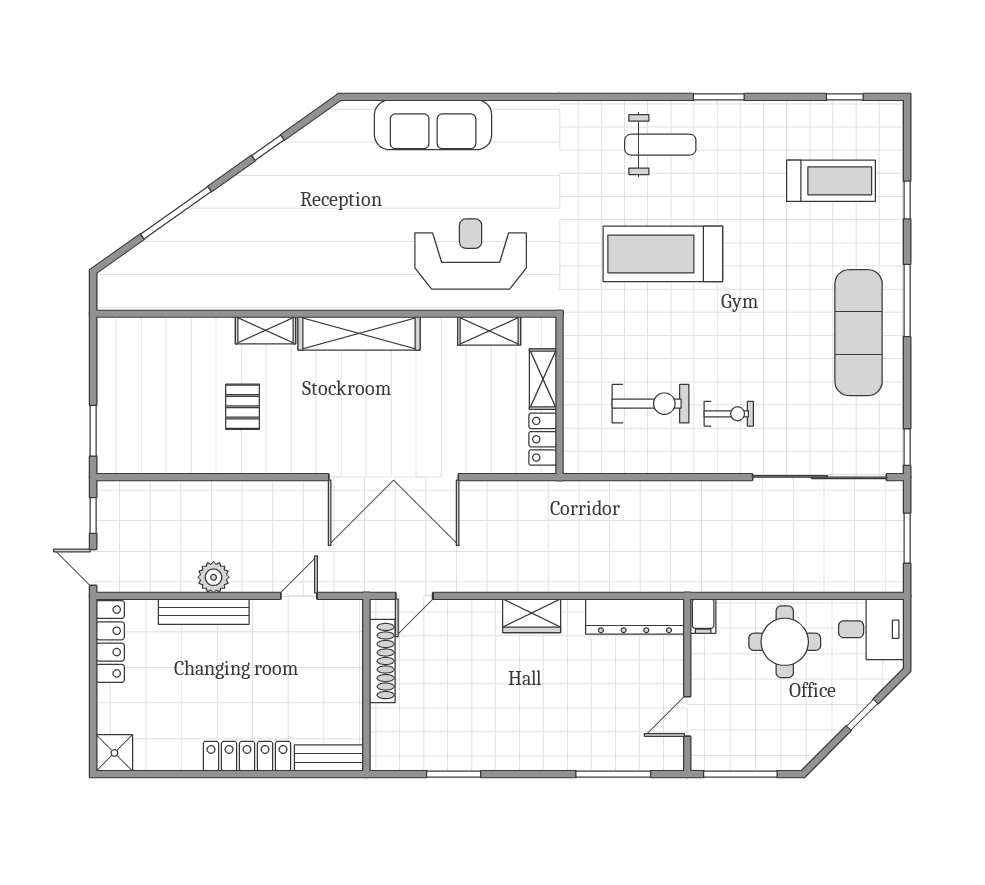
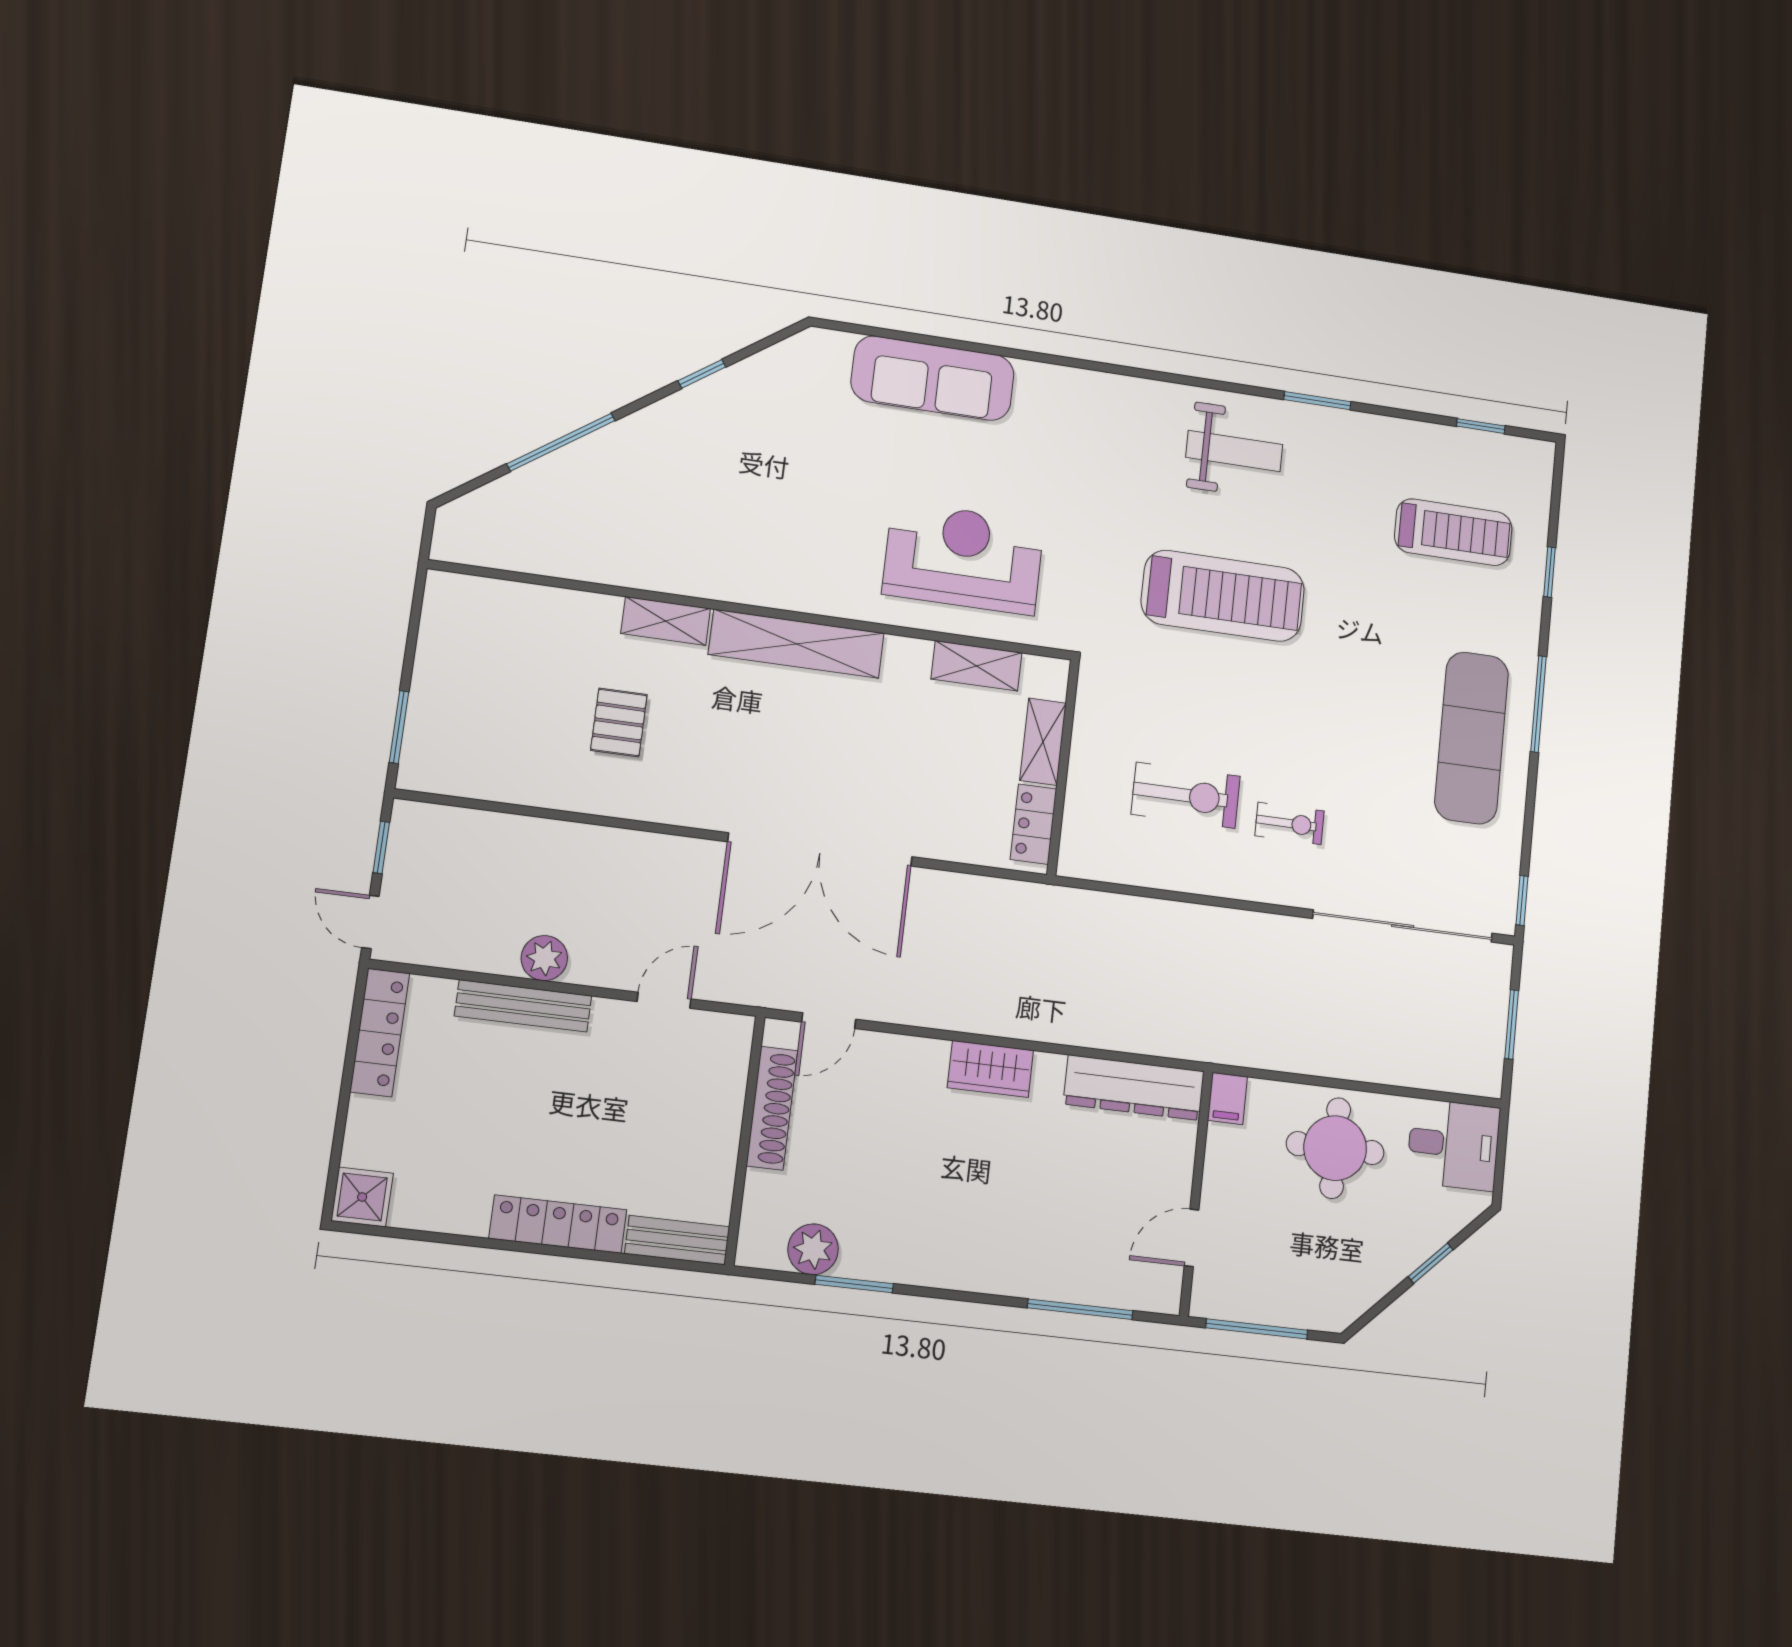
treadmill: (663, 254) -> (1223, 596), turned 180
plant: (423, 754) -> (813, 1249), added

